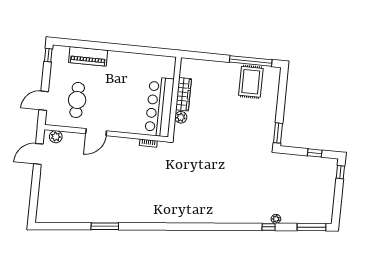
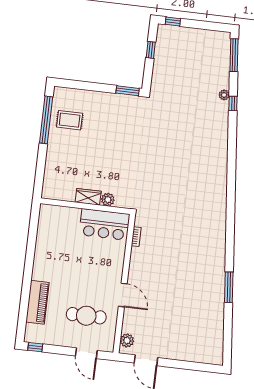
rug: (251, 82) -> (70, 120), width x0.73, depth x0.70
wardrobe: (183, 94) -> (88, 197), width x0.67
bar counter: (159, 107) -> (104, 224), width x0.73

